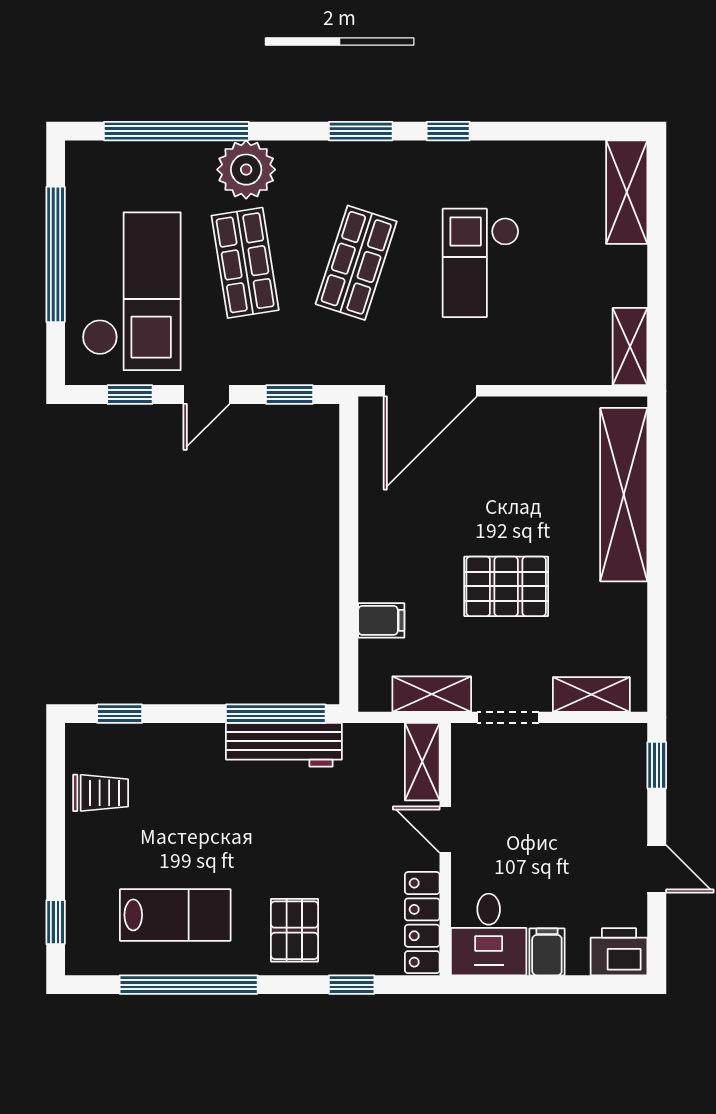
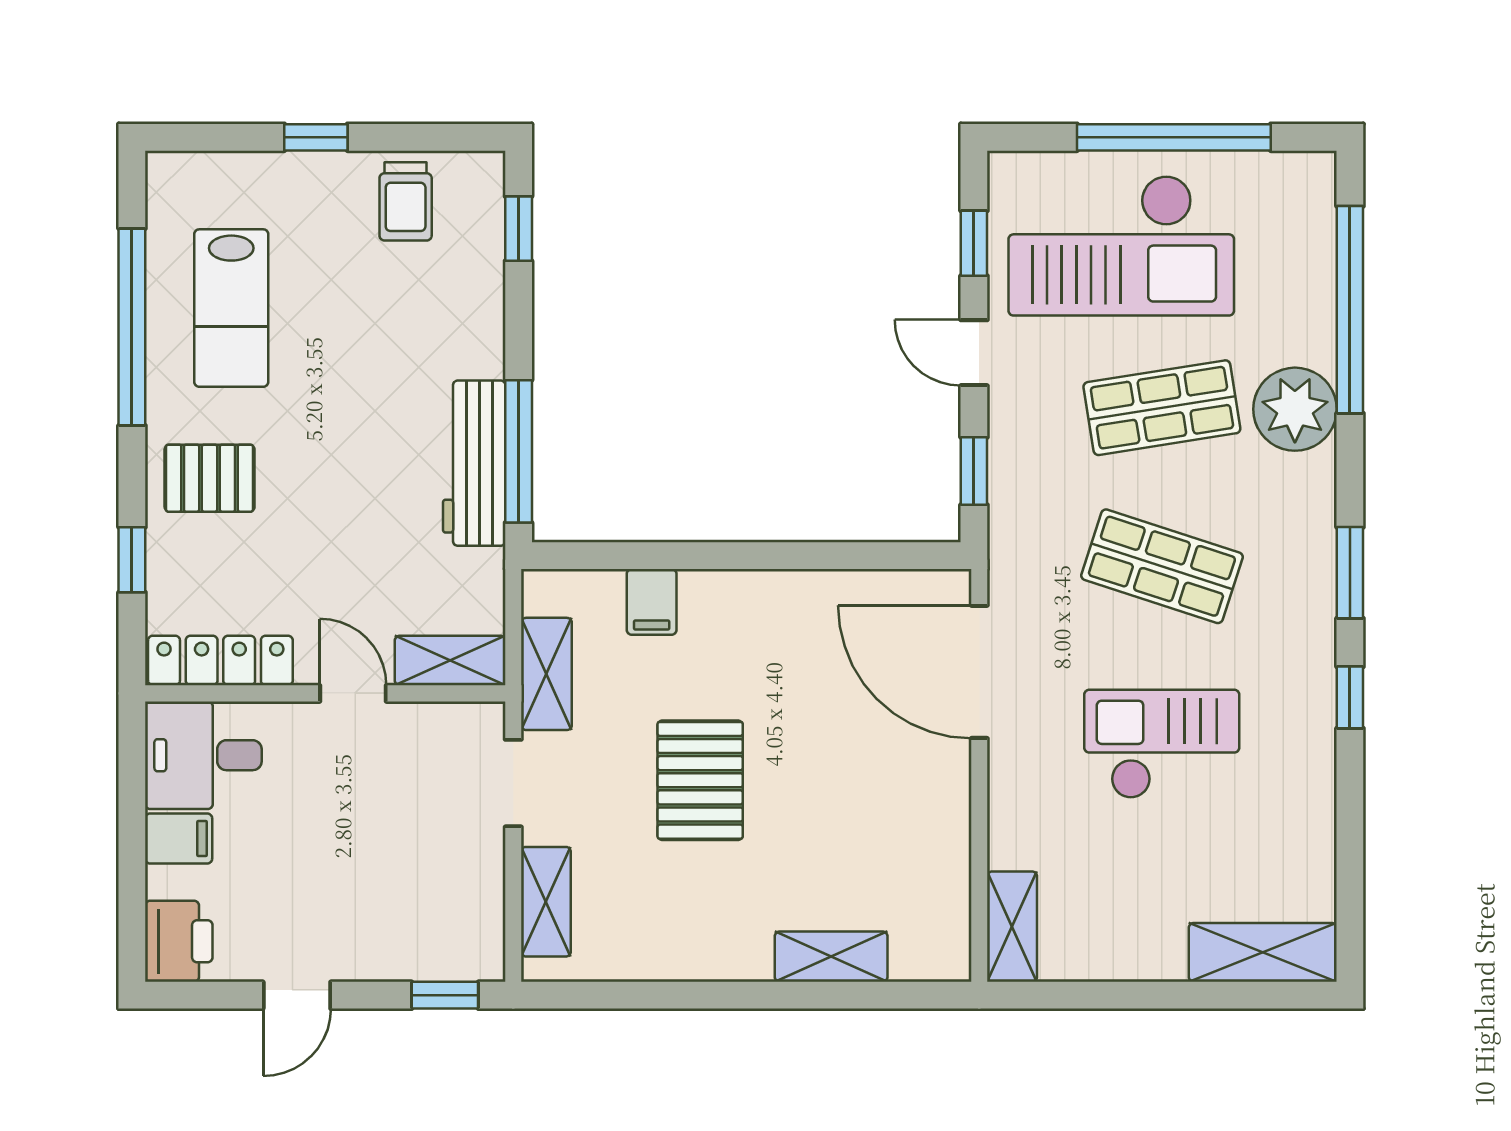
shelving: (630, 347) -> (1012, 927), moved, turned 90
shelving: (624, 495) -> (831, 957), width x0.45, depth x0.75
door: (445, 830) -> (353, 693), hinge flipped
window: (56, 922) -> (316, 137), moved

